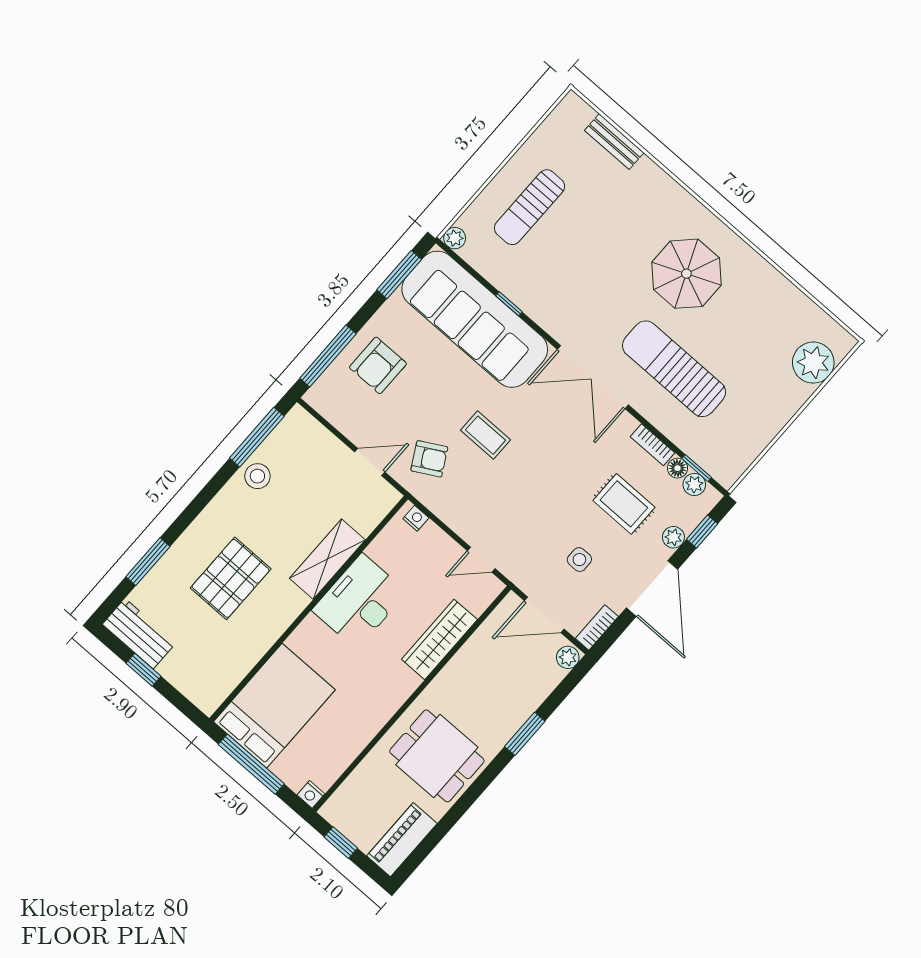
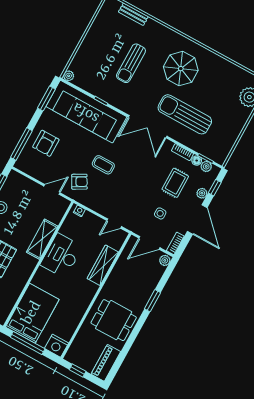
sun lounger: (530, 207) -> (131, 63), moved
rug: (624, 504) -> (175, 183), turned 90
nightstand: (311, 794) -> (57, 346), width x1.89, depth x1.79

